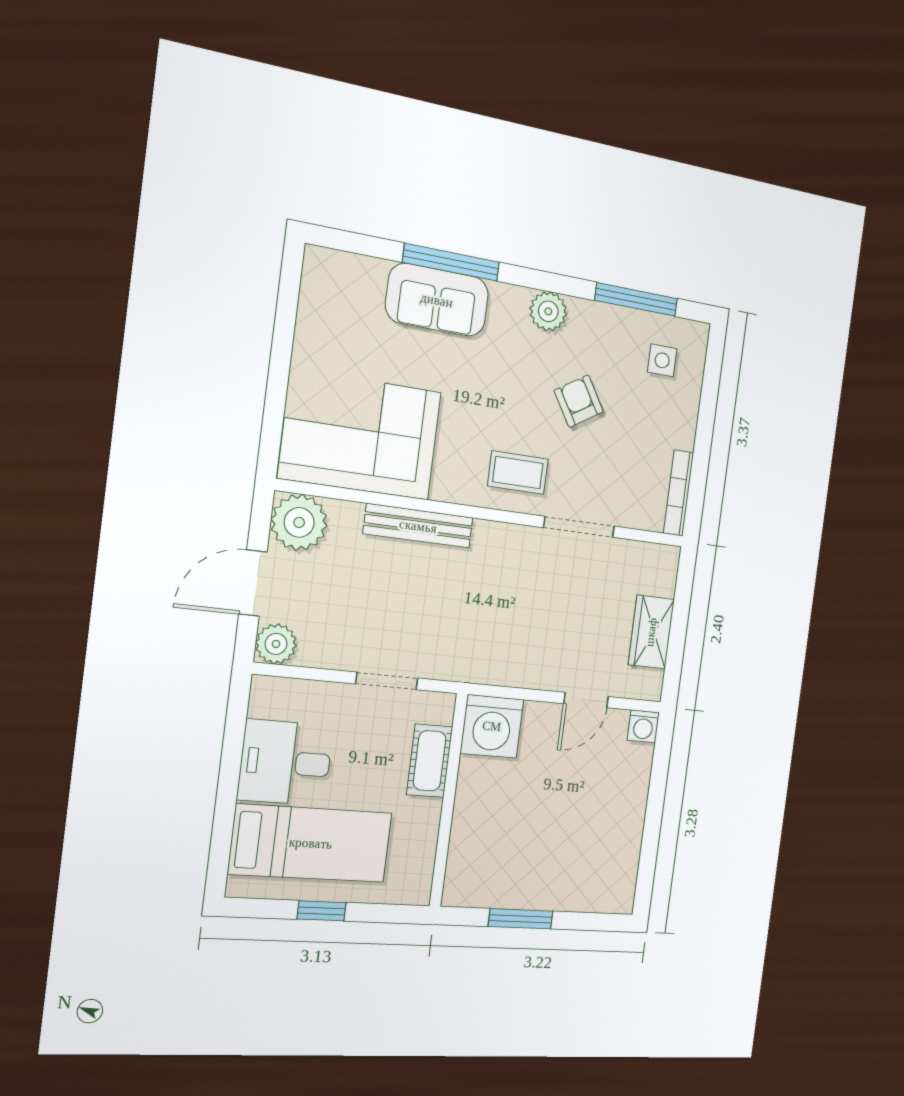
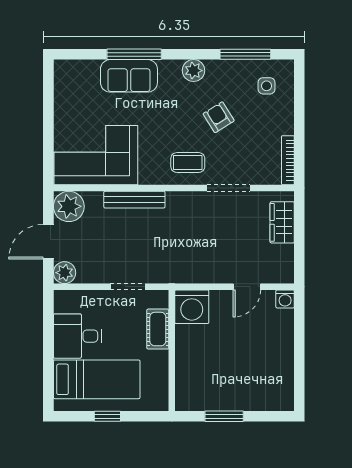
wardrobe: (651, 632) -> (282, 222), moved

